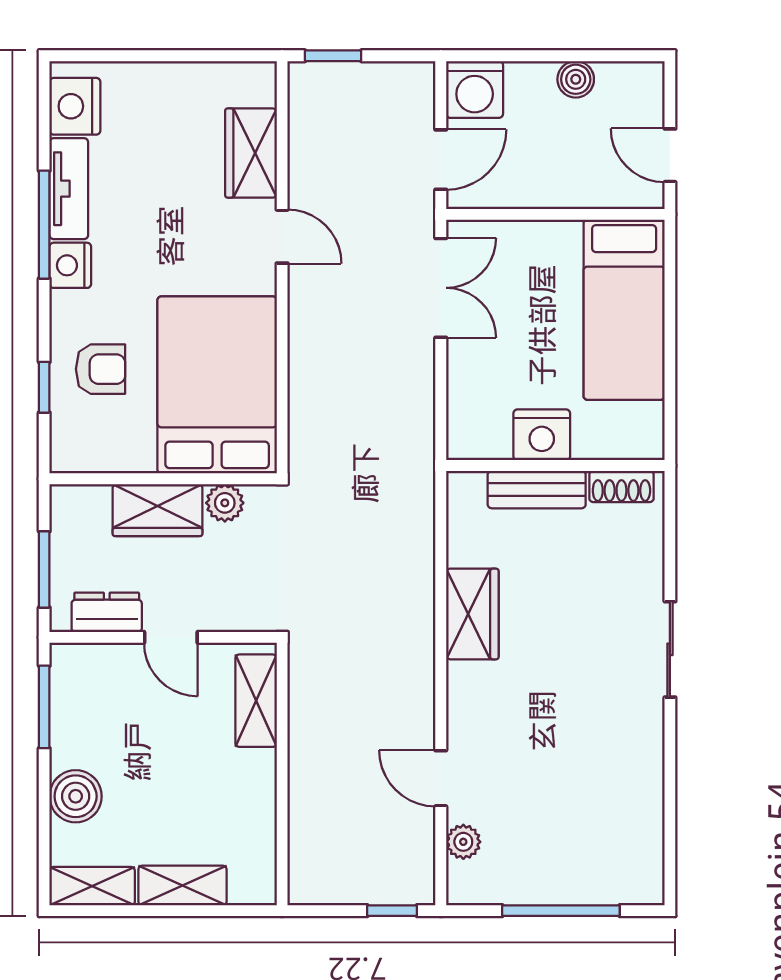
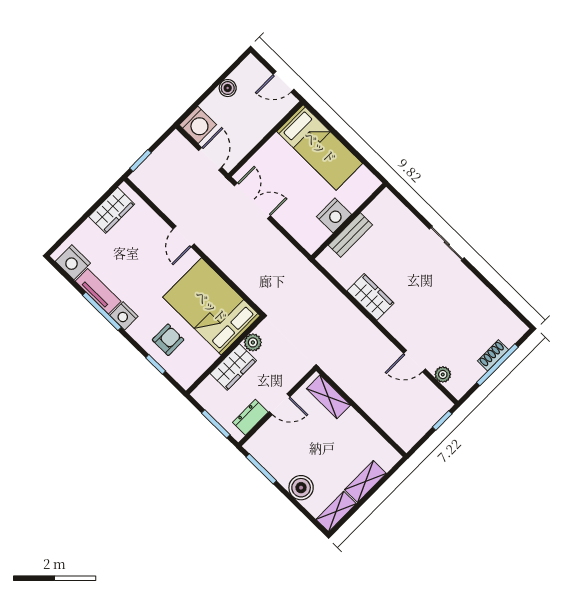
wardrobe: (251, 153) -> (112, 210), moved, turned -90
door: (282, 237) -> (184, 236), swing flipped
shoe rack: (621, 486) -> (493, 355), moved, turned 180

